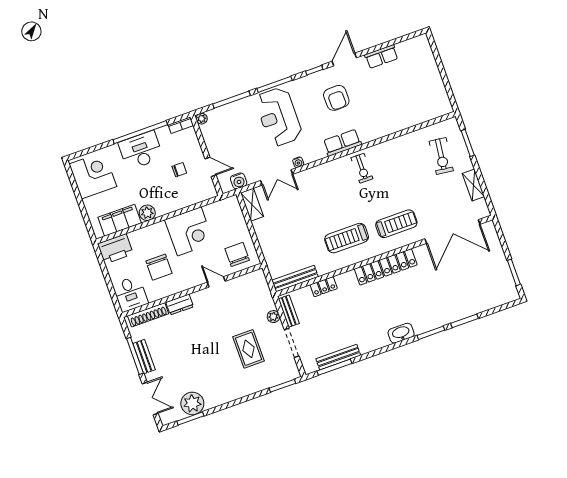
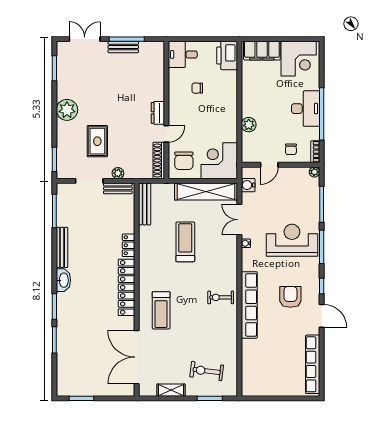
row of seats: (381, 57) -> (313, 364), width x2.02
armchair: (336, 98) -> (290, 297), turned 91
row of seats: (342, 143) -> (249, 305), width x2.02
chair: (179, 170) -> (291, 149), moved
shelving: (252, 205) -> (206, 192), width x2.20, depth x1.33
plant: (147, 213) -> (249, 125), moved
filing cabinet: (120, 220) -> (262, 51), moved, turned 90
corner desk: (189, 231) -> (219, 161), moved, turned 90
treadmill: (347, 238) -> (185, 242), moved
chair: (237, 254) -> (184, 161), turned 90
chair: (159, 267) -> (197, 88), width x0.54, depth x0.54
locker: (324, 287) -> (129, 245), moved
dresser: (180, 304) -> (158, 113), moved
shoe rack: (148, 315) -> (159, 161), moved
rug: (248, 349) -> (97, 141), turned 90
bench: (338, 357) -> (62, 247), moved
double door: (150, 398) -> (85, 39), swing flipped
plant: (192, 403) -> (67, 110), moved

